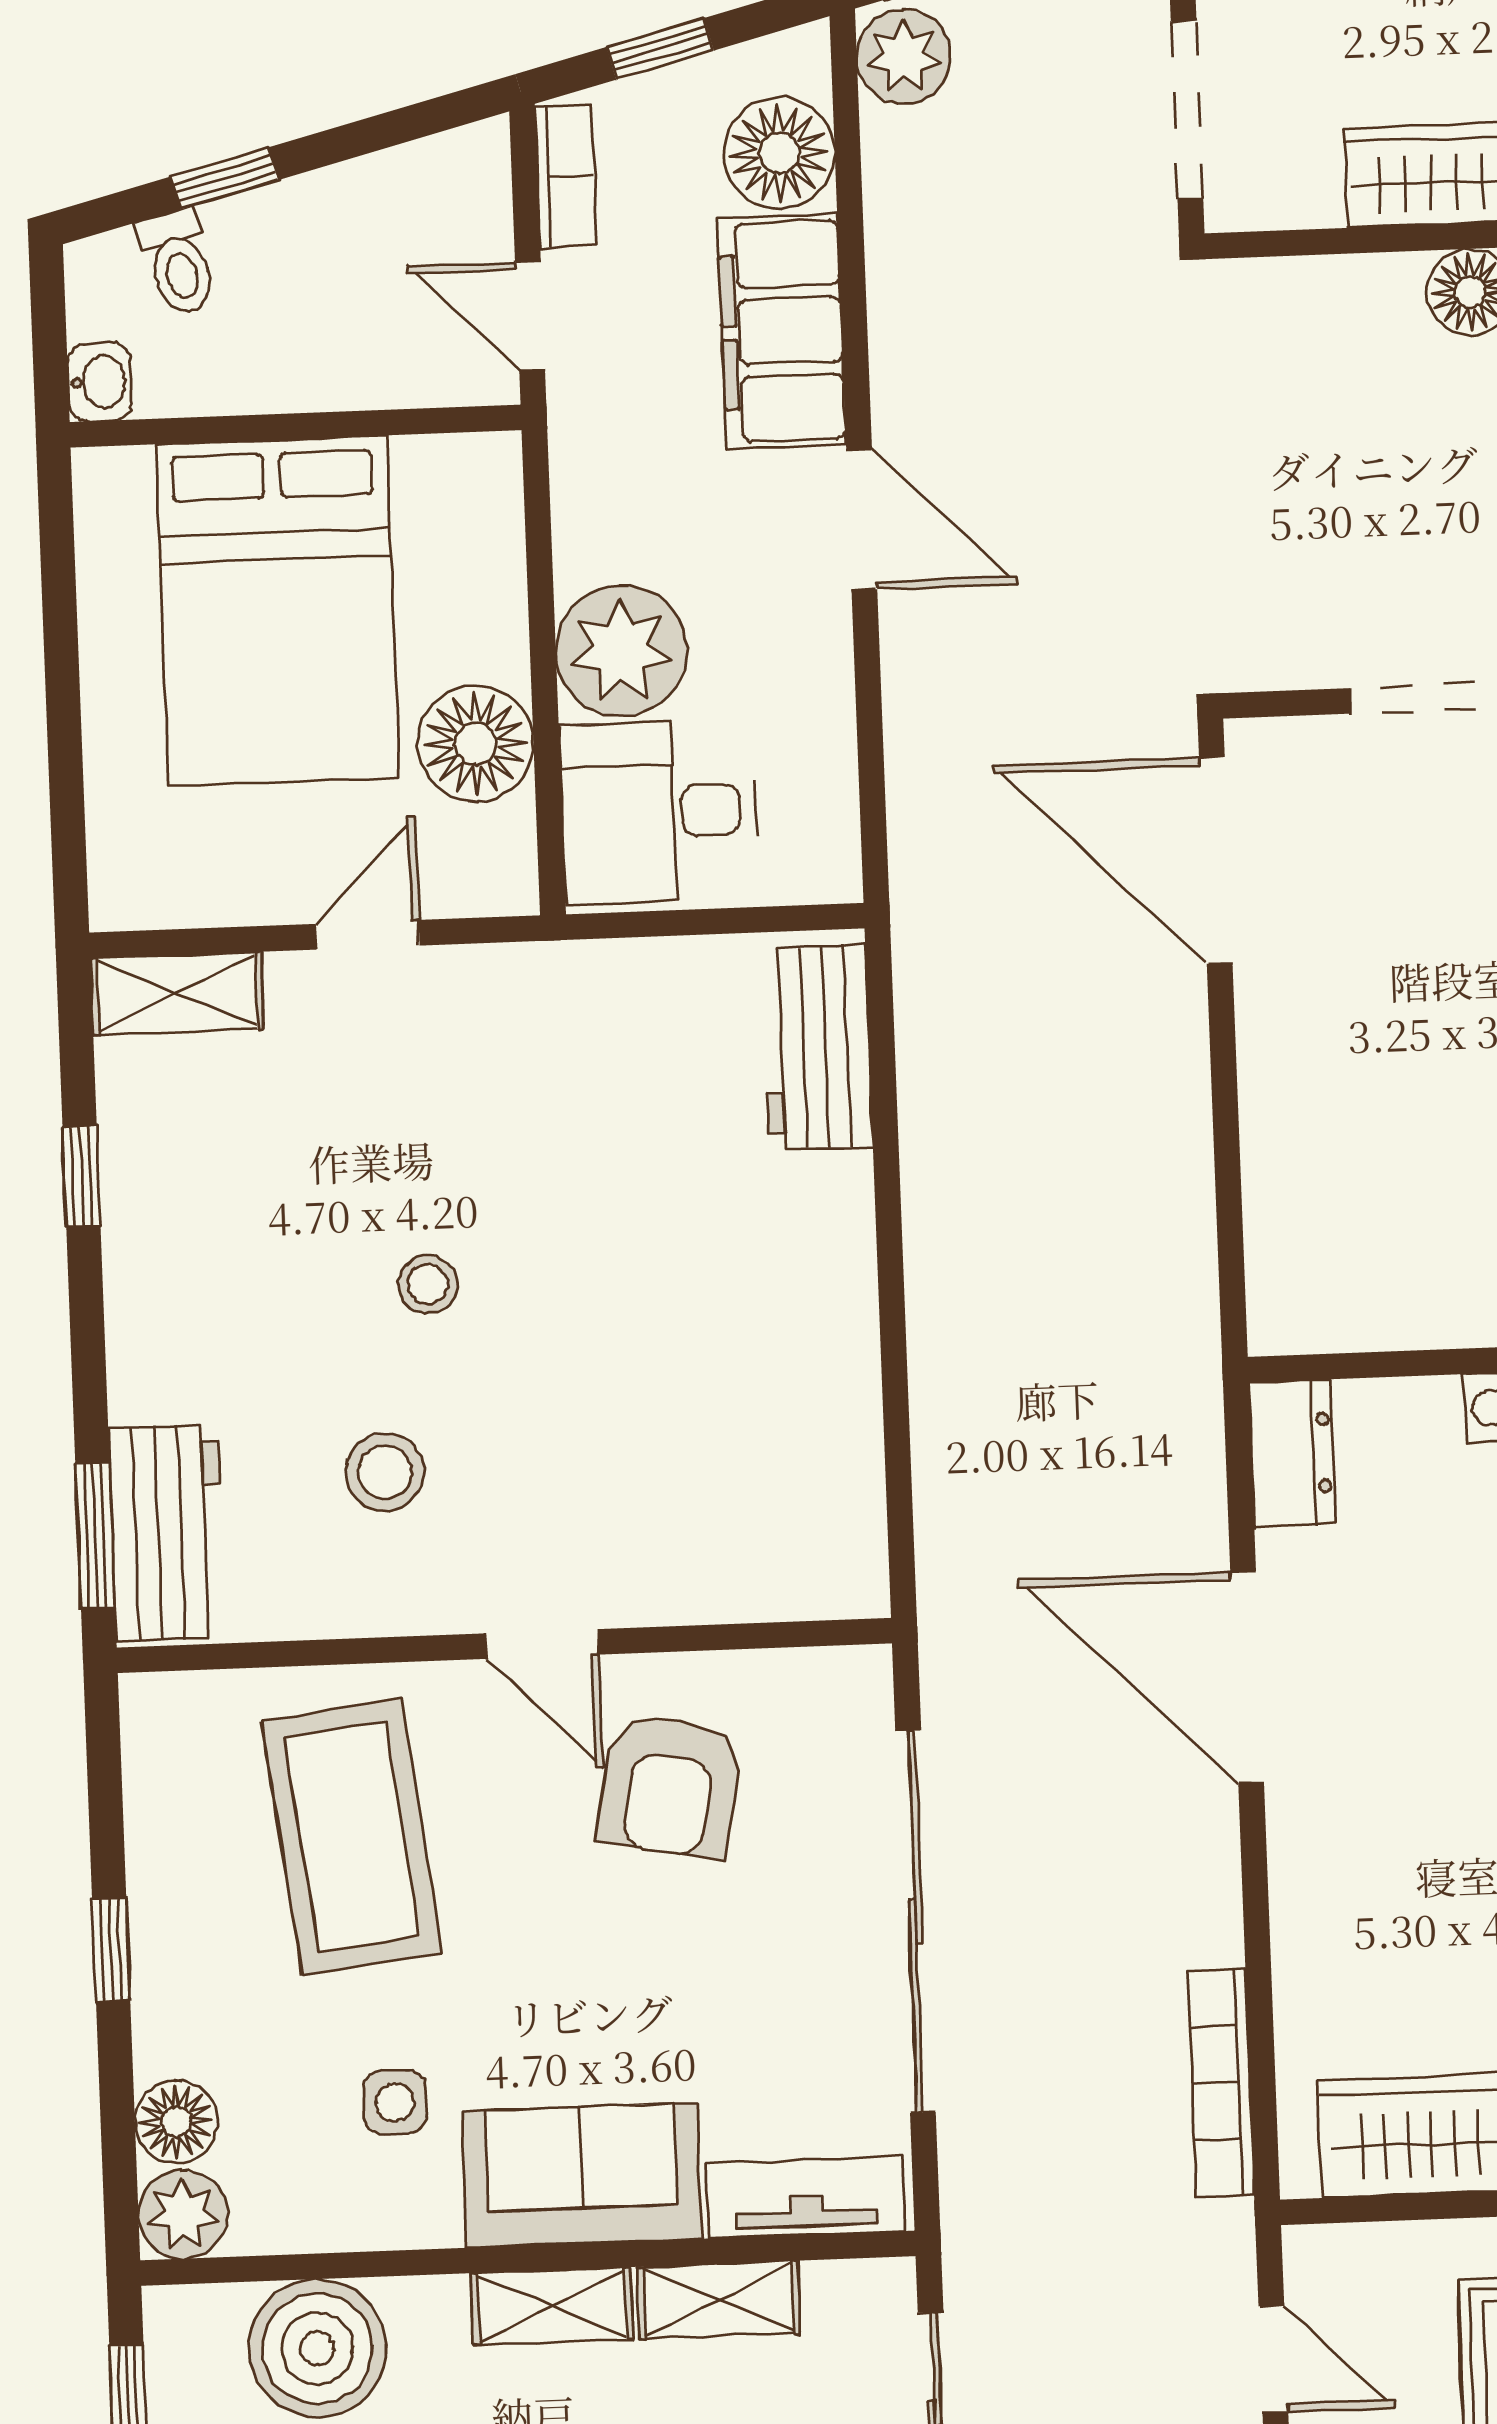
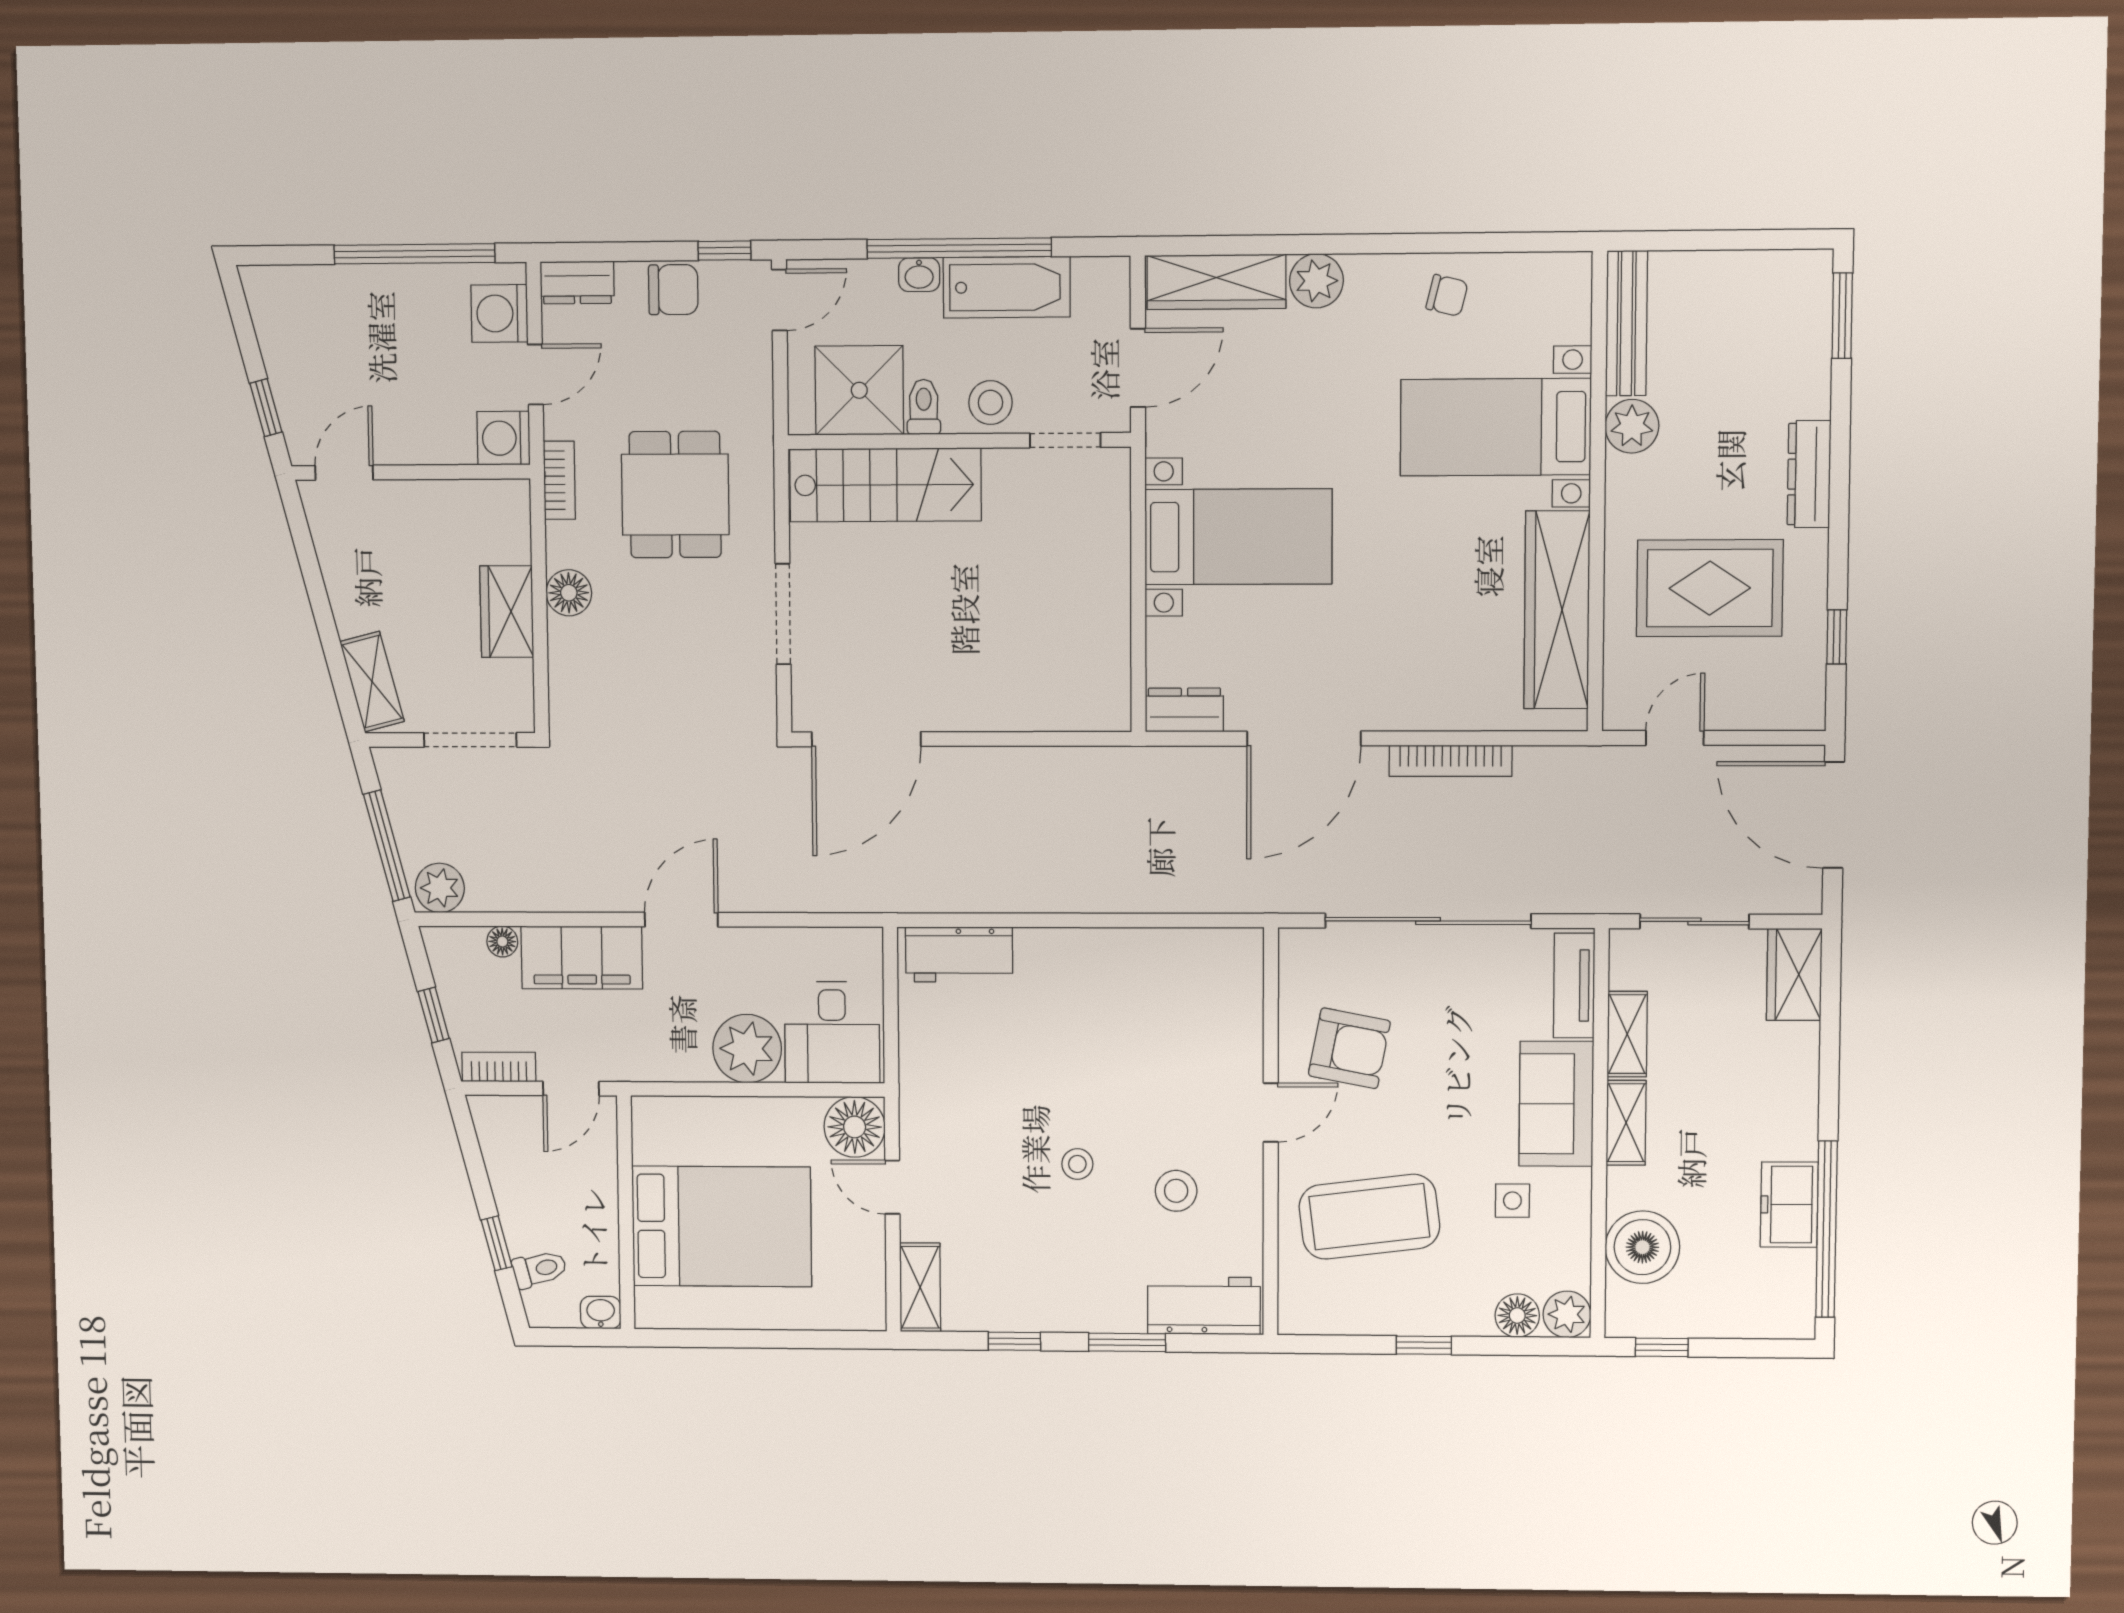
floor lamp: (779, 153) -> (502, 942), width x0.53, depth x0.53
floor lamp: (476, 744) -> (855, 1127), moved
window: (95, 1535) -> (1127, 1342), moved
bookcase: (1221, 2083) -> (1451, 761), moved

